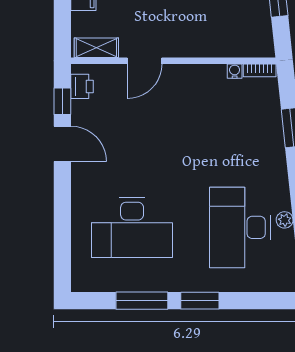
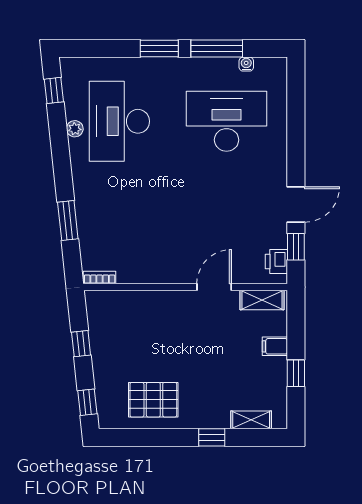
water cooler: (235, 71) -> (246, 64), moved, turned 180
door: (62, 144) -> (296, 204), swing flipped
desk: (240, 227) -> (119, 121), turned 180

